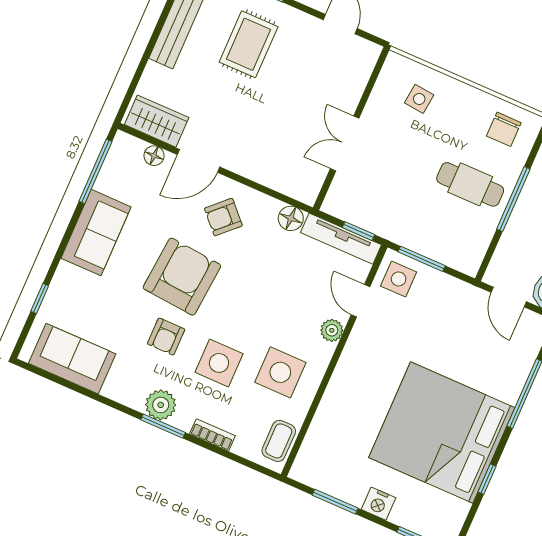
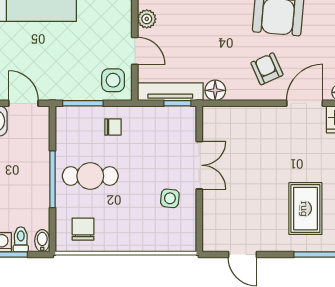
side table: (419, 99) -> (170, 198), moved
armchair: (223, 217) -> (267, 69), turned -70
chair: (421, 227) -> (113, 127), added
window: (359, 231) -> (177, 103), moved
window: (422, 259) -> (83, 103), moved

